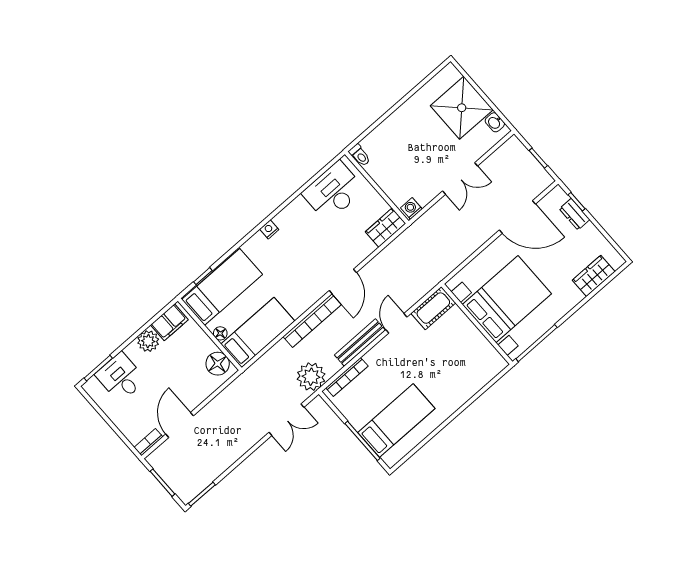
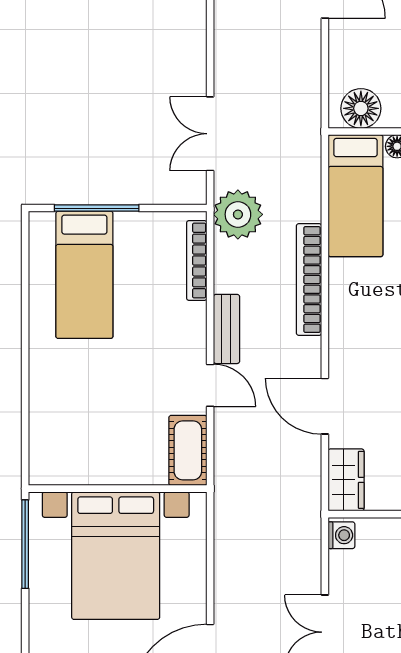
door: (343, 282) -> (325, 406), moved
bench: (360, 343) -> (226, 329), width x0.73

